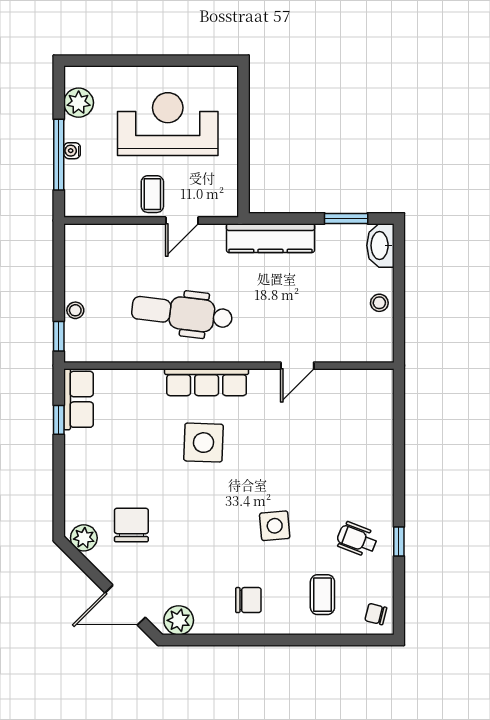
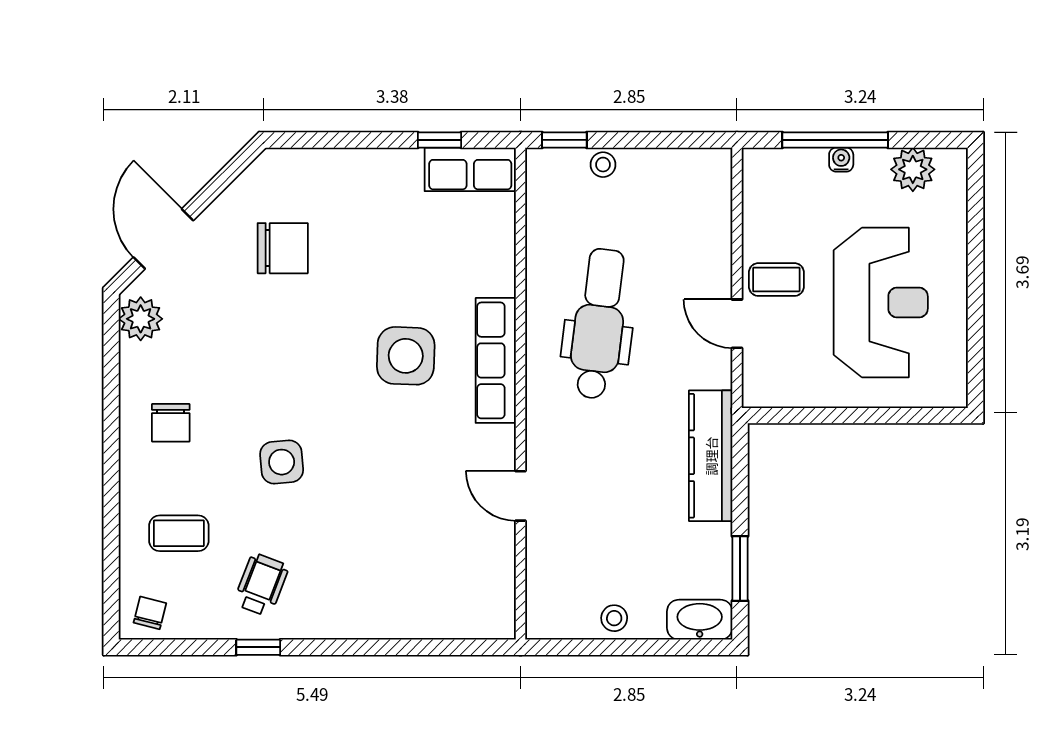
plant: (84, 538) -> (264, 177), removed

